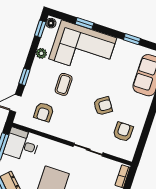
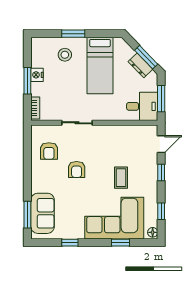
window: (40, 29) -> (161, 211), moved
plant: (41, 53) -> (152, 200), removed
armchair: (103, 106) -> (77, 169), turned -56
armchair: (44, 112) -> (131, 145), removed

